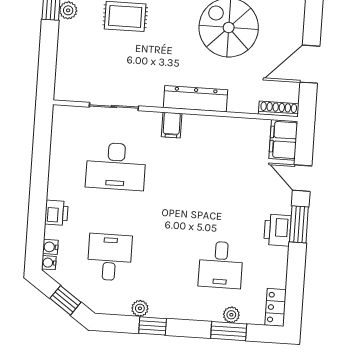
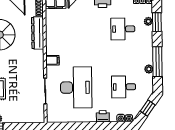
dresser: (196, 99) -> (38, 33), moved
desk: (116, 166) -> (76, 87), width x1.36, depth x1.30
desk: (221, 265) -> (123, 29), turned 180
window: (153, 326) -> (157, 62), width x2.17

